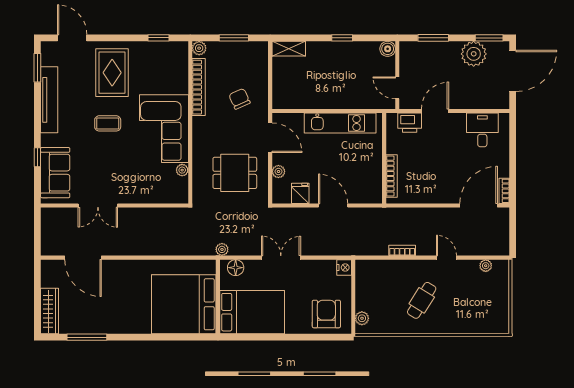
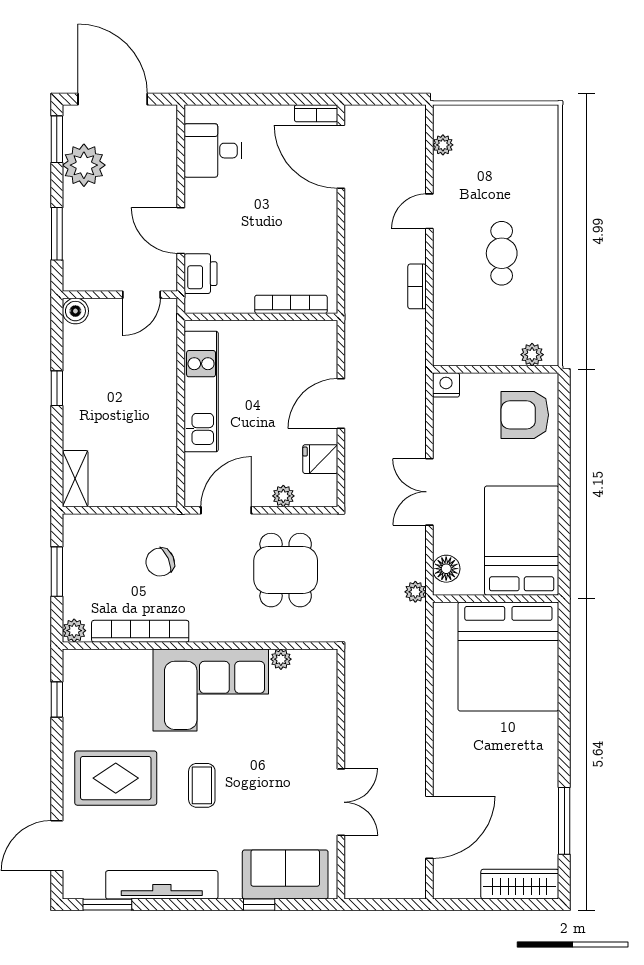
cafe table: (422, 300) -> (502, 253), turned 58

